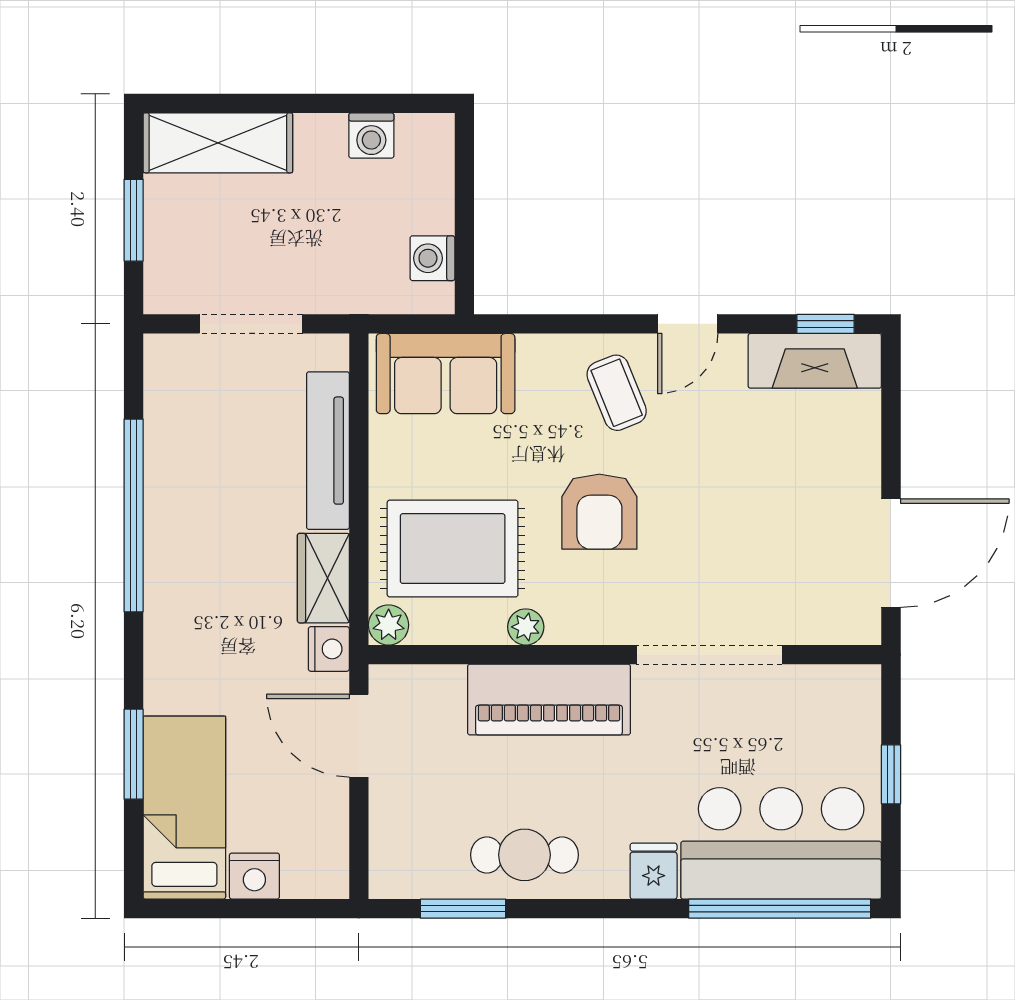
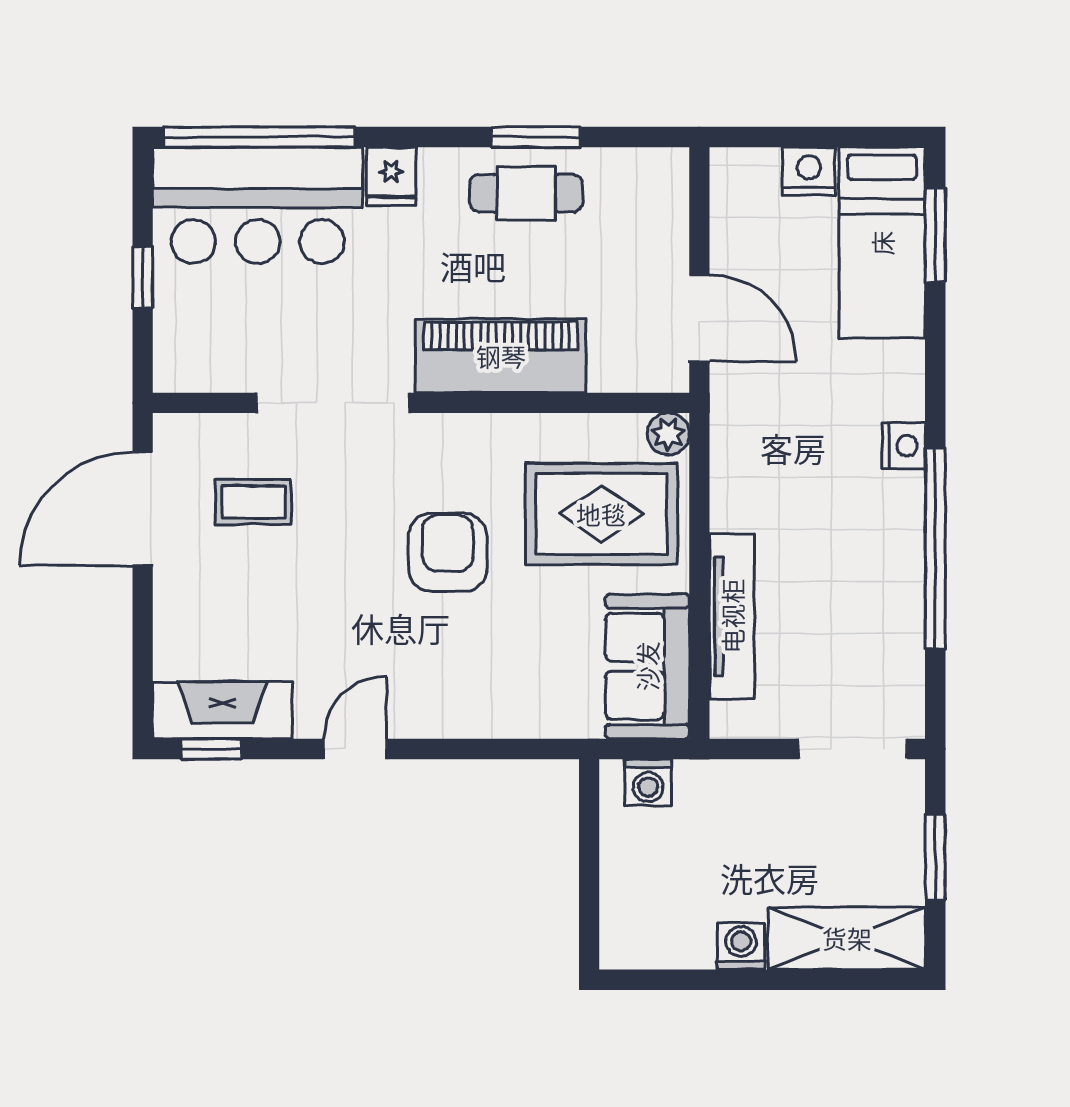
washing machine: (371, 136) -> (741, 946), moved
washing machine: (432, 258) -> (648, 782), moved, turned 90
doorway: (251, 324) -> (853, 749), moved
sofa: (446, 374) -> (647, 666), moved, turned -90
coffee table: (617, 393) -> (253, 502), moved, turned -68
wardrobe: (323, 578) -> (737, 483), removed
plant: (526, 627) -> (525, 432), removed
nightstand: (329, 649) -> (904, 446), moved, turned 180
window: (134, 754) -> (935, 235), moved
window: (463, 909) -> (535, 137), moved

